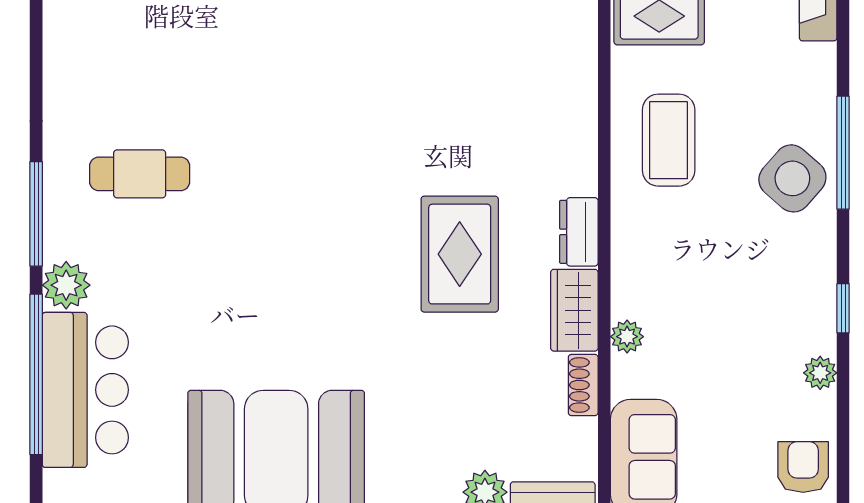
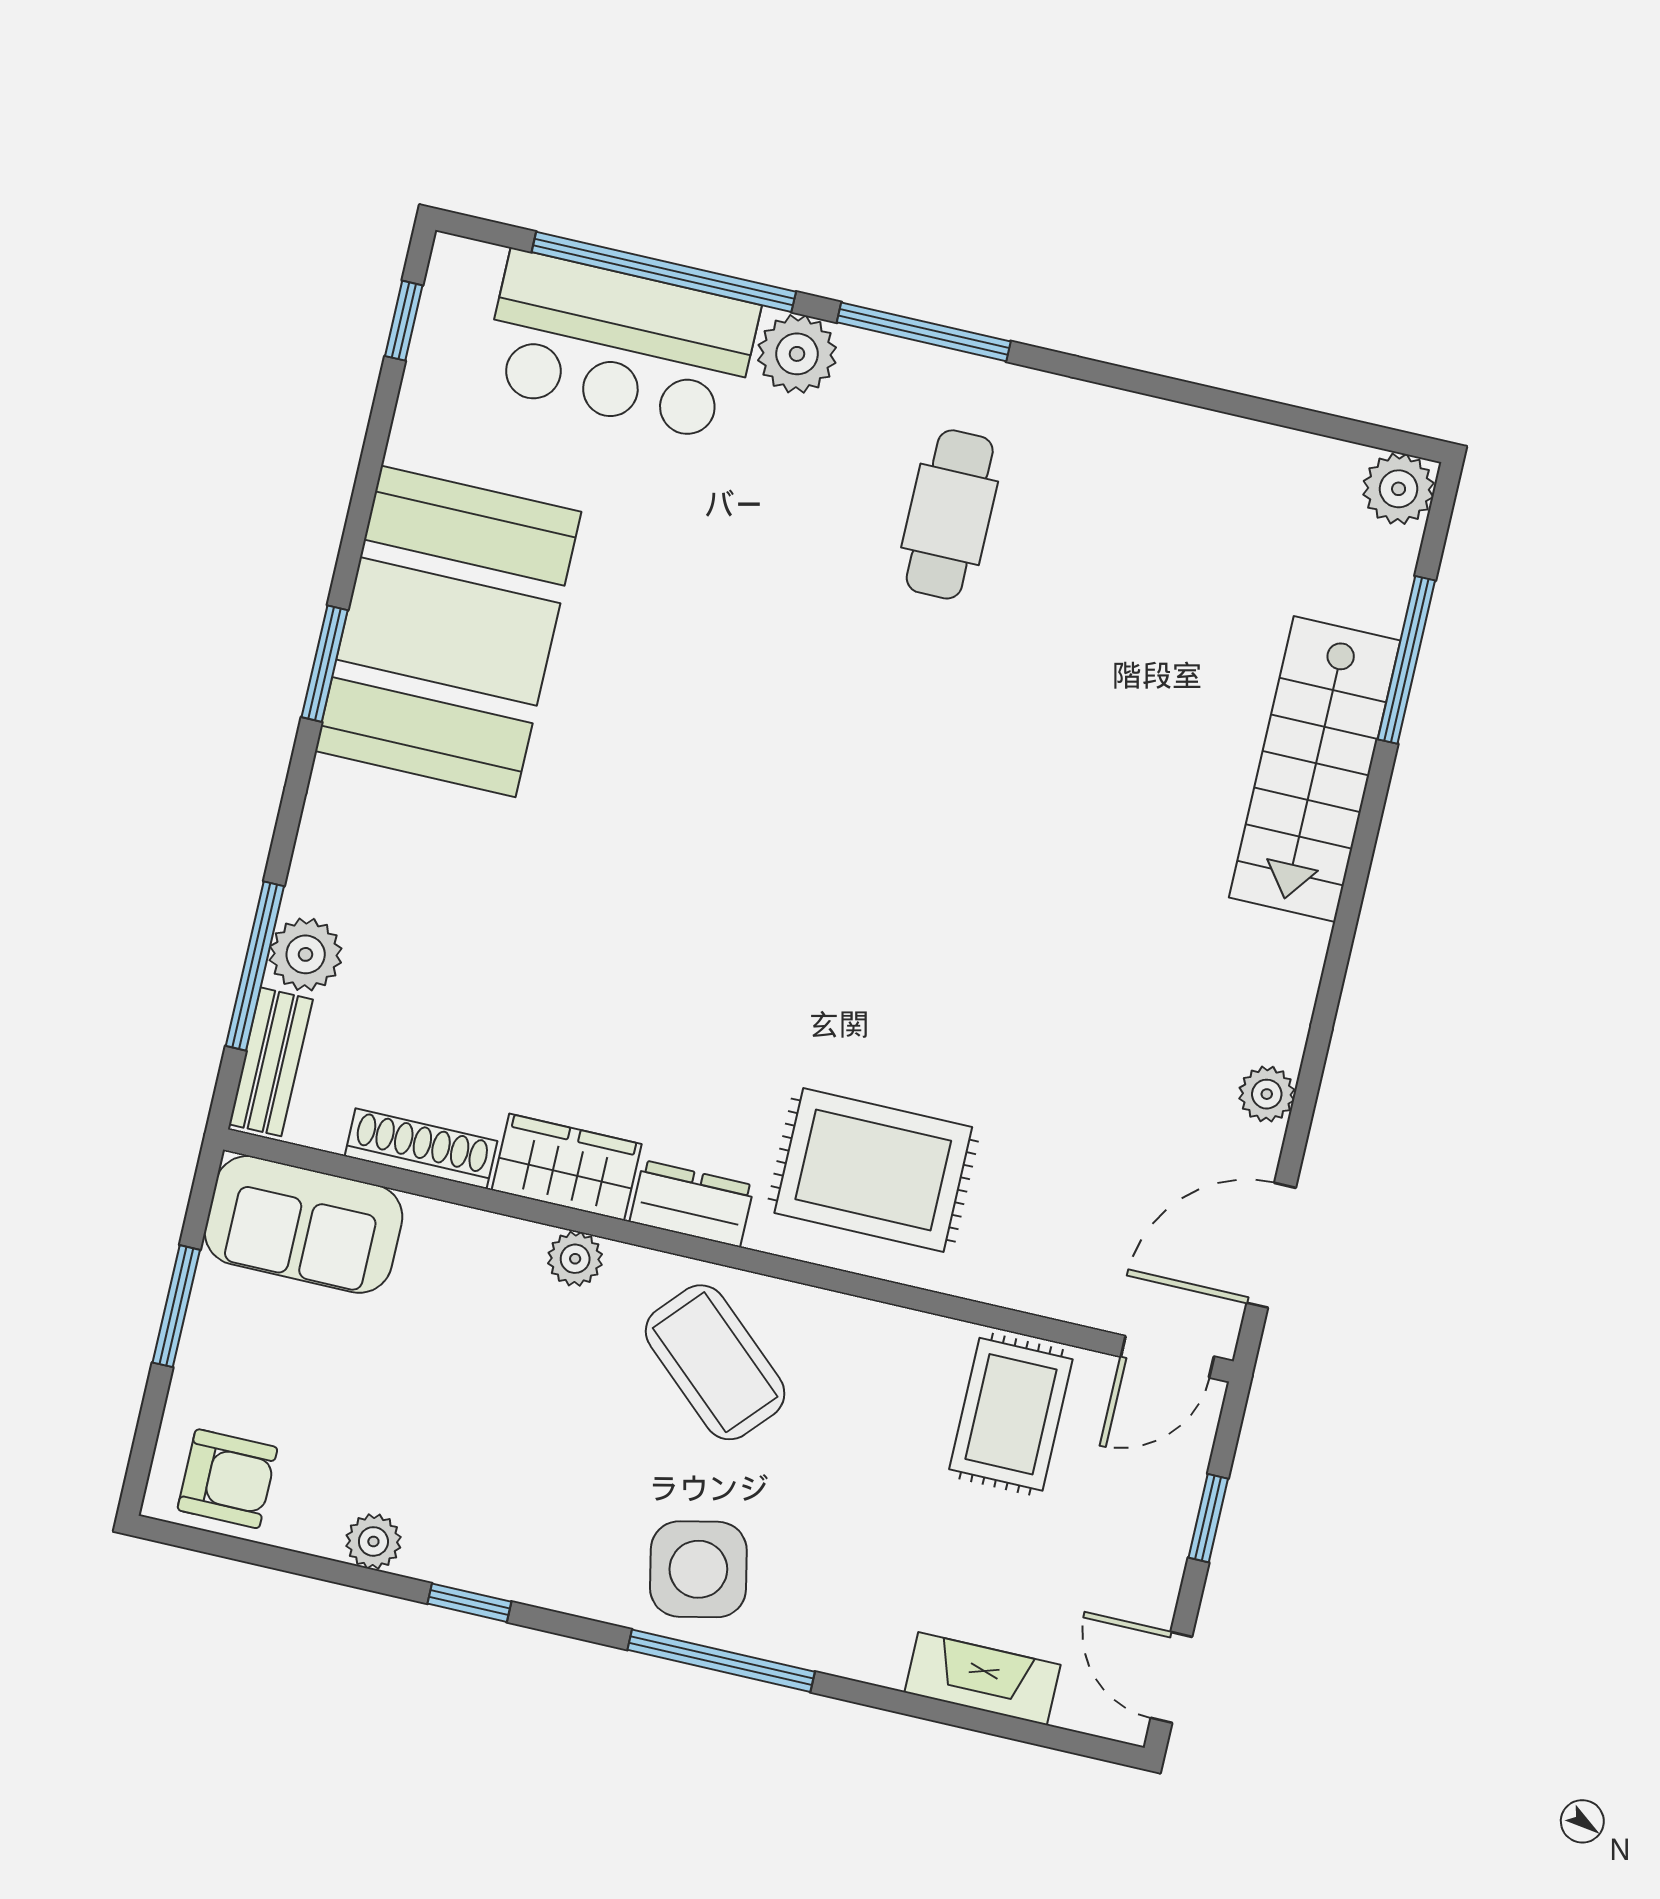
coffee table: (669, 140) -> (715, 1362), moved, turned 42
side table: (792, 178) -> (698, 1569), turned 37
rug: (460, 254) -> (873, 1170), moved
plant: (627, 337) -> (575, 1259), moved
shoe rack: (583, 385) -> (421, 1149), width x1.43

